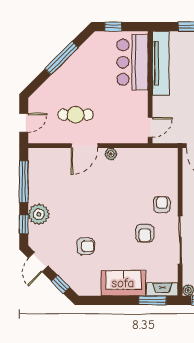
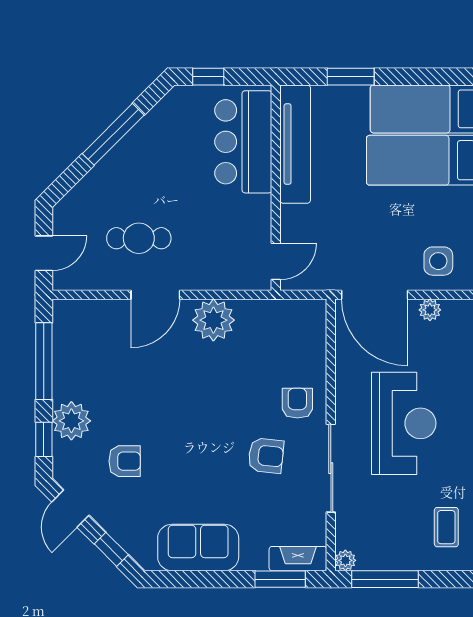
plant: (111, 154) -> (213, 320), width x1.87, depth x1.87
armchair: (145, 233) -> (266, 456), turned -84
armchair: (86, 246) -> (125, 461), moved
sofa: (123, 283) -> (198, 547), moved

